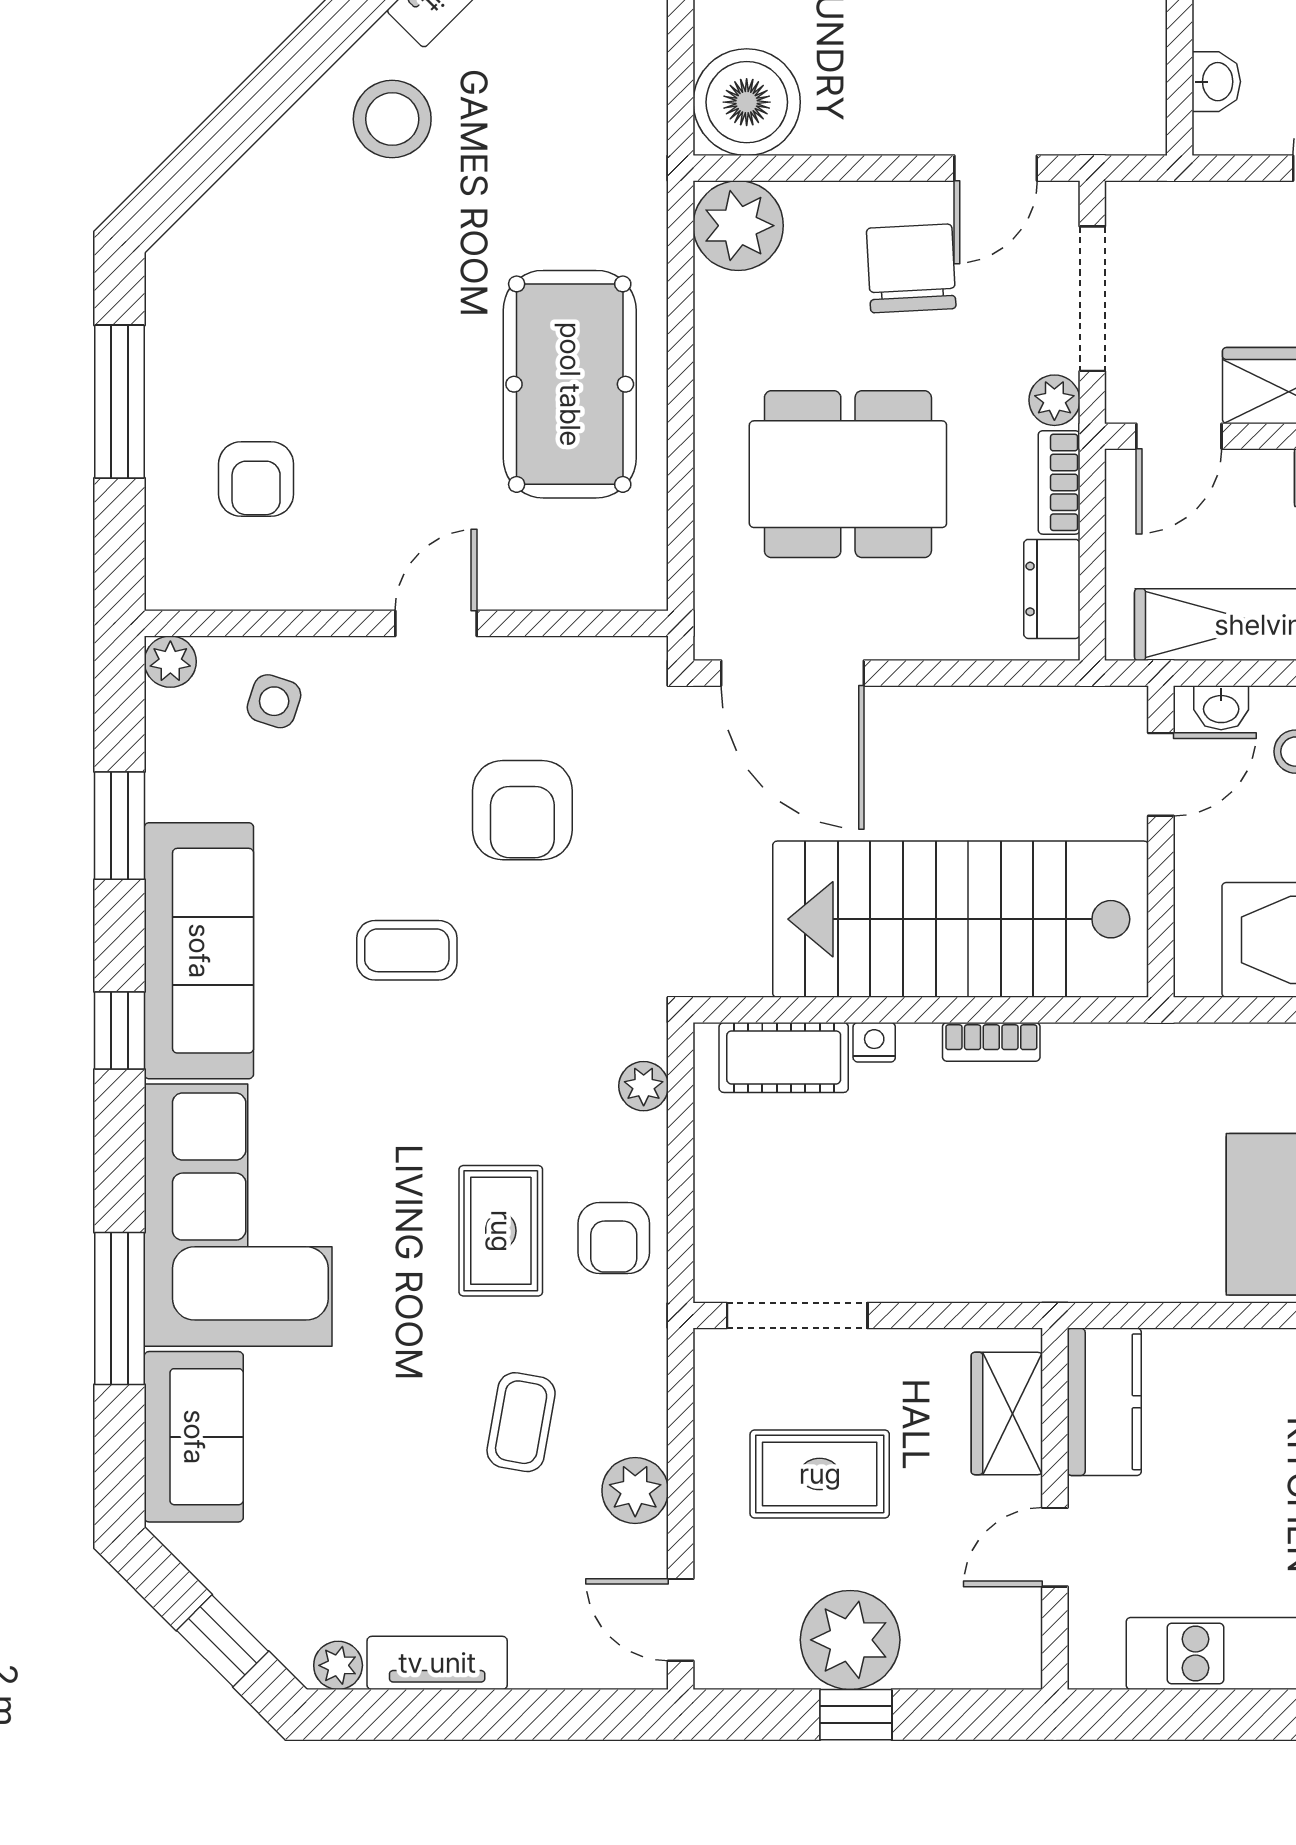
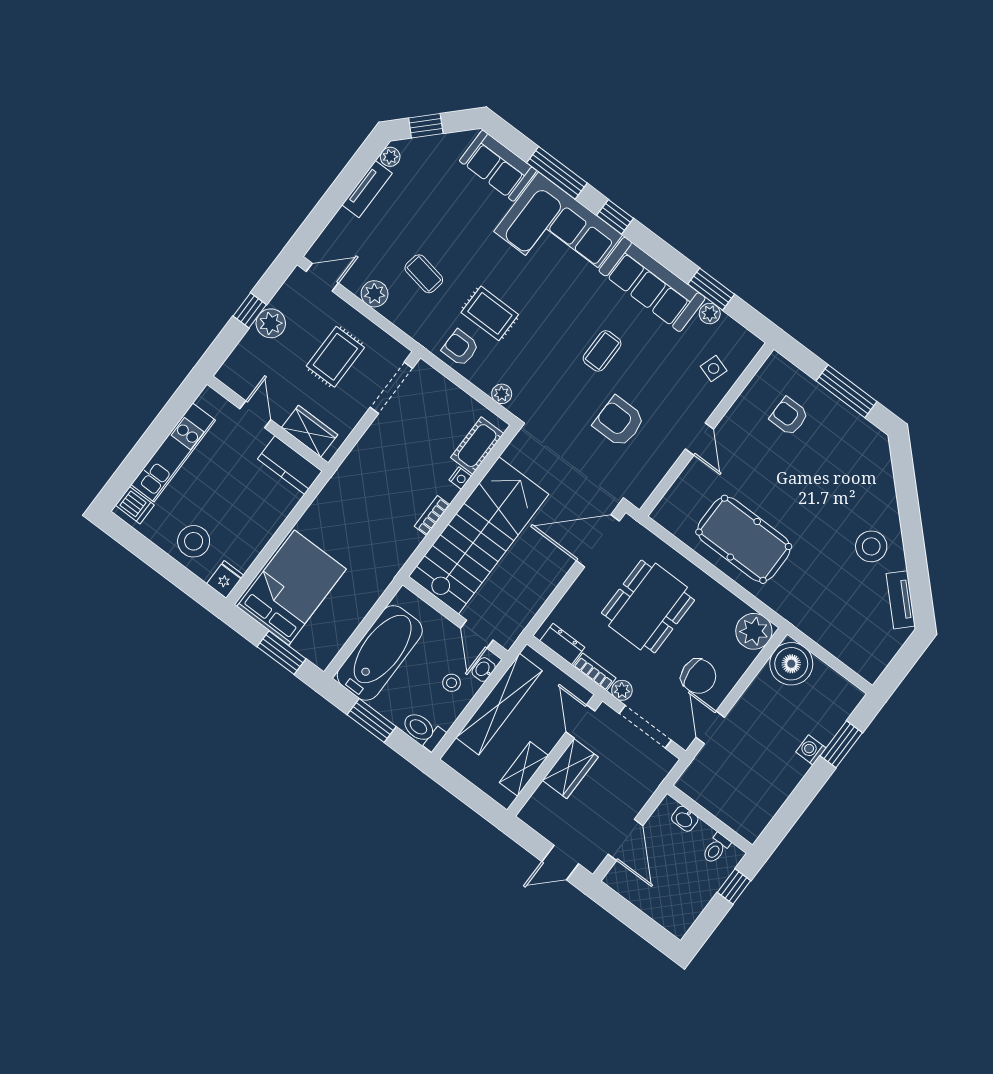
plant: (170, 662) -> (710, 314), moved
window: (119, 1031) -> (615, 217), moved
plant: (850, 1640) -> (271, 323), width x0.73, depth x0.73

